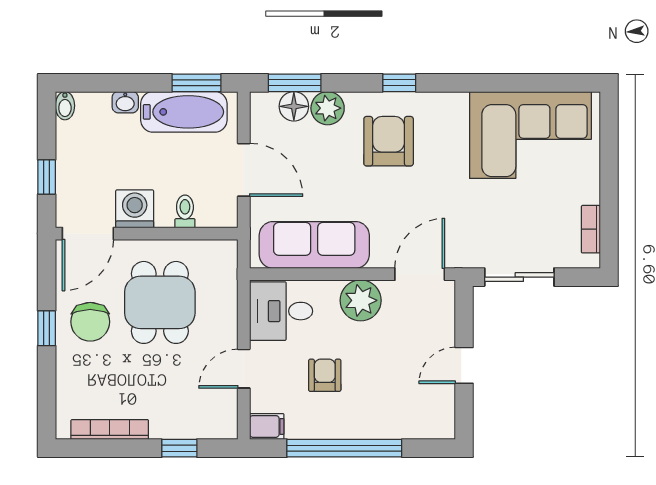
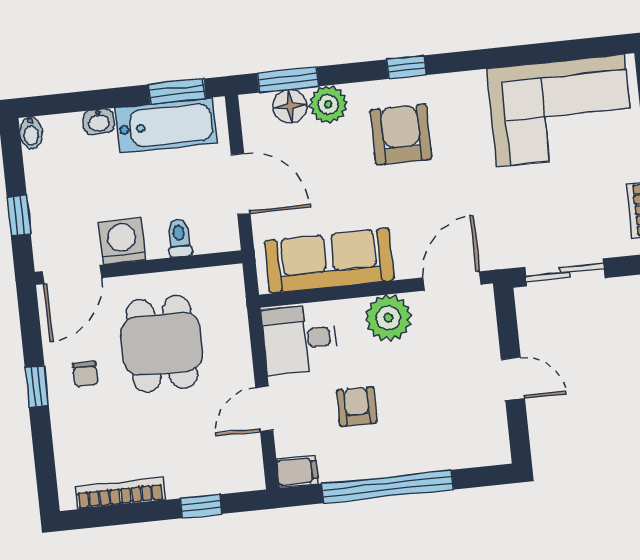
chair: (90, 322) -> (85, 374), width x0.54, depth x0.54
door: (464, 365) -> (513, 379), swing flipped

